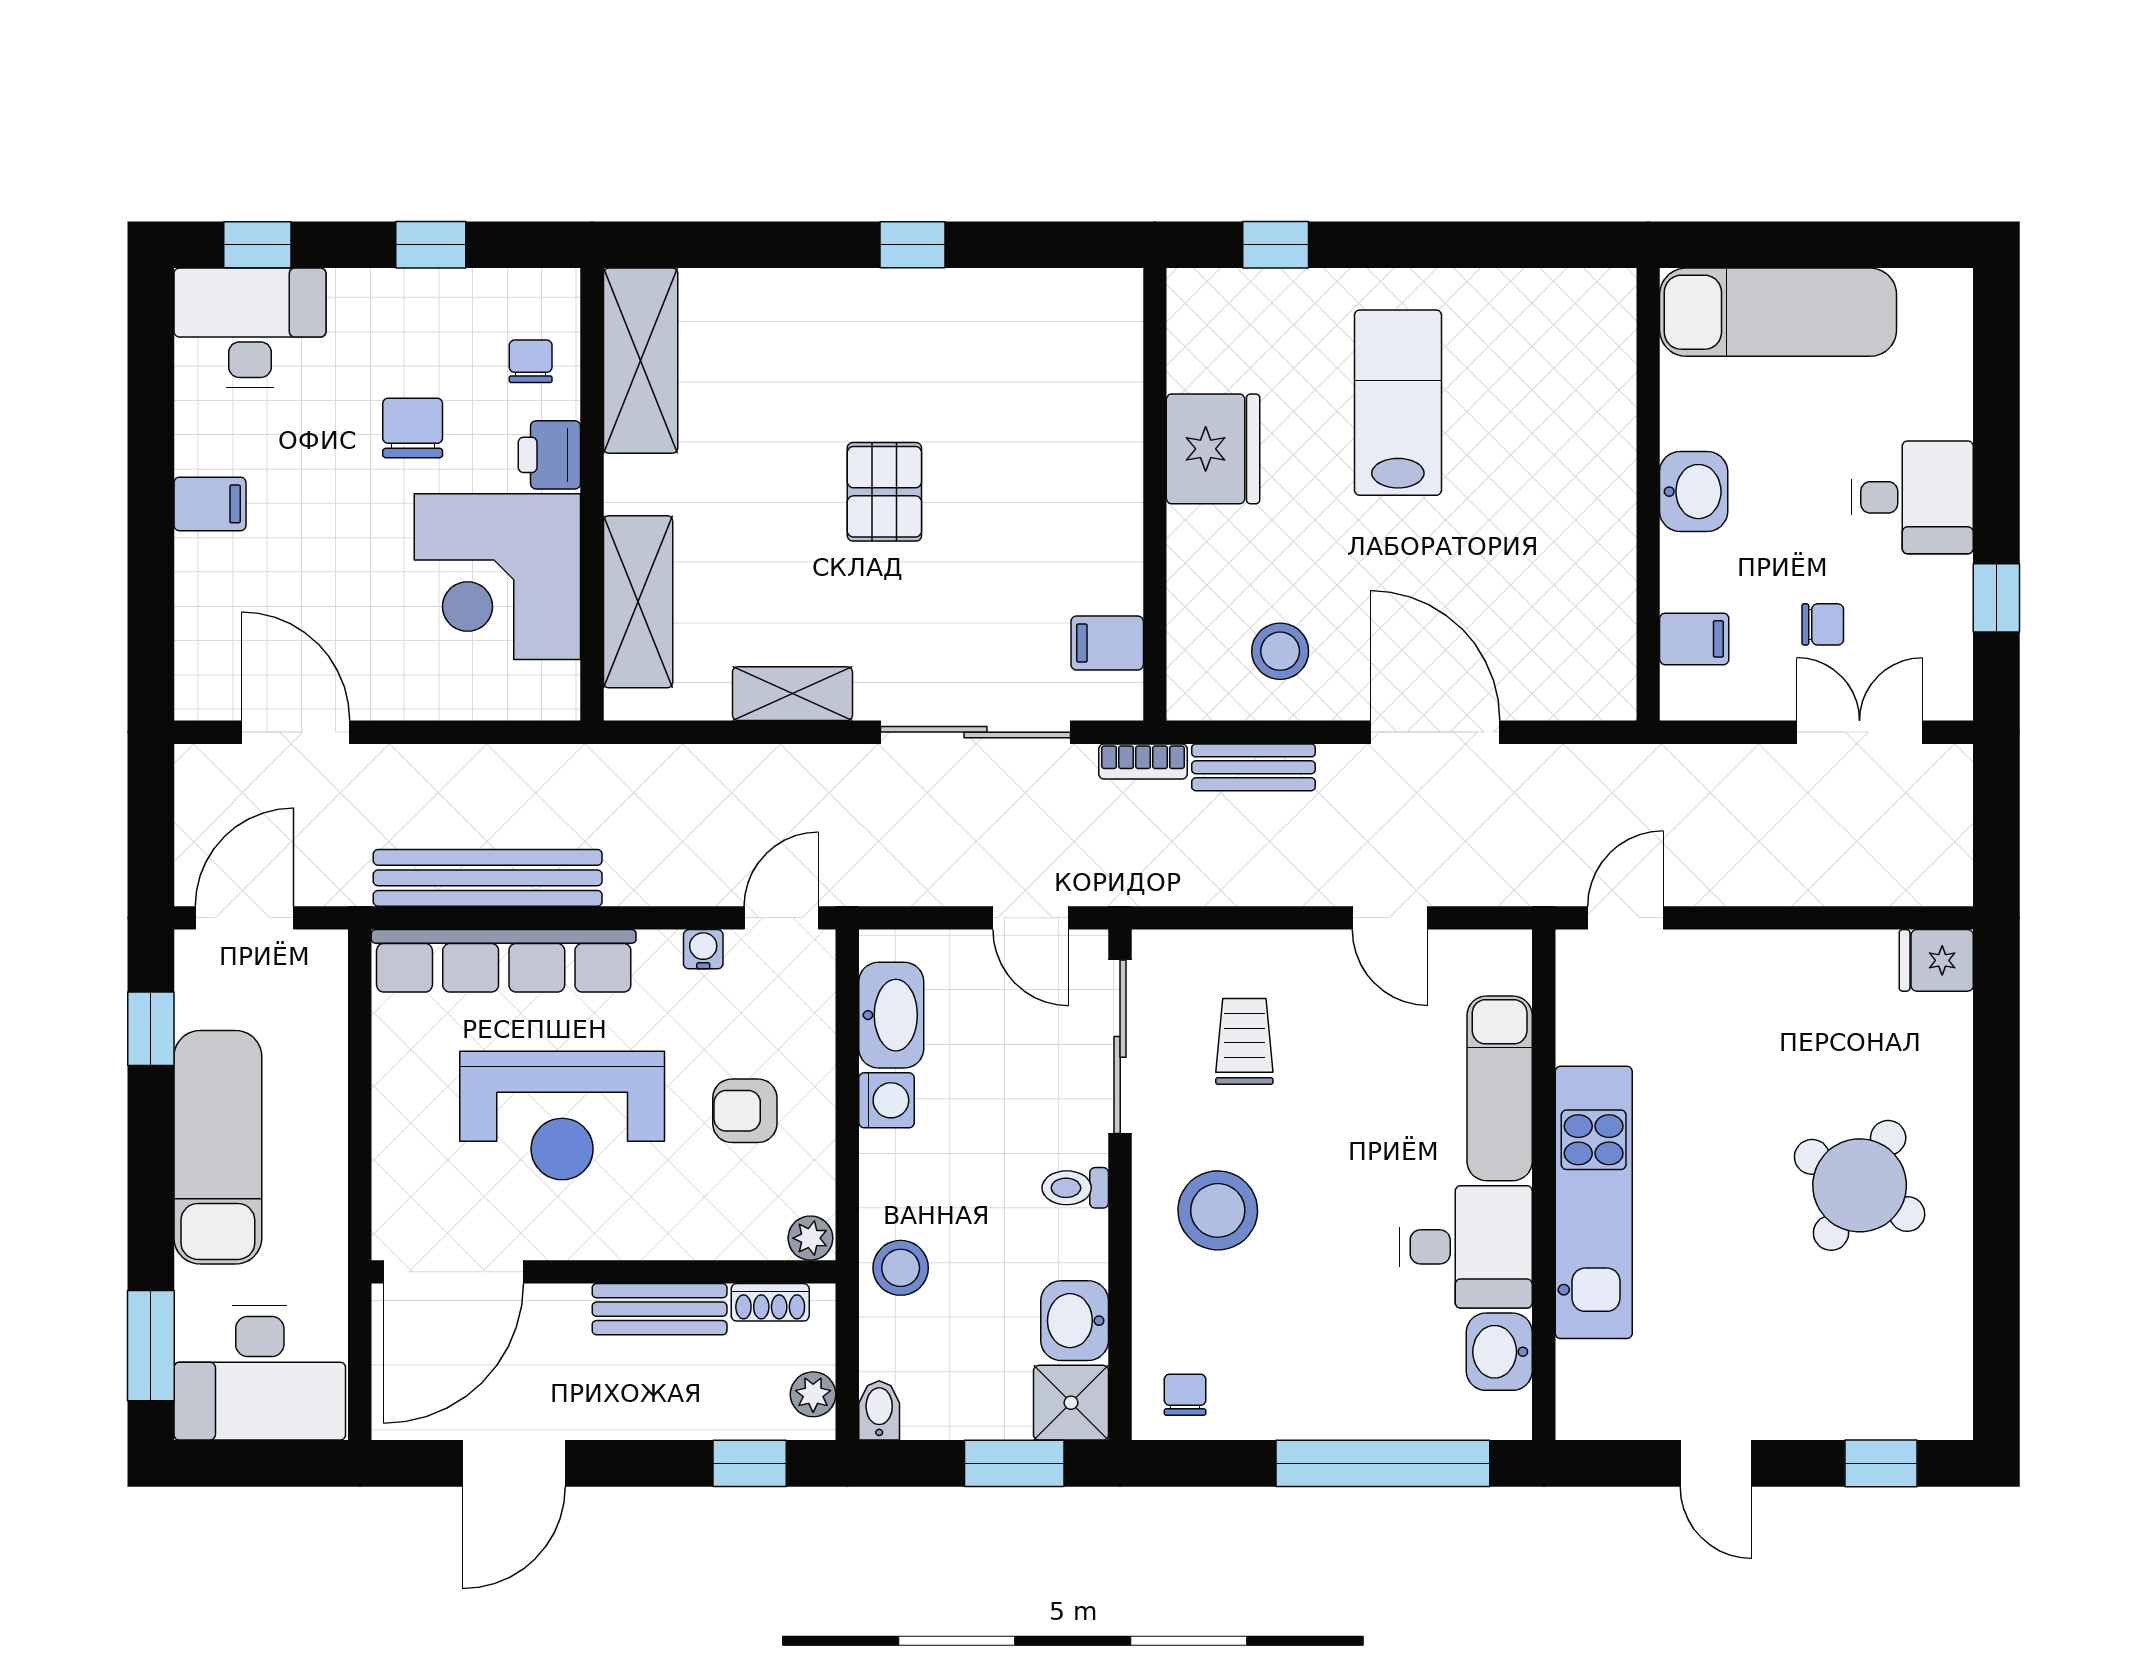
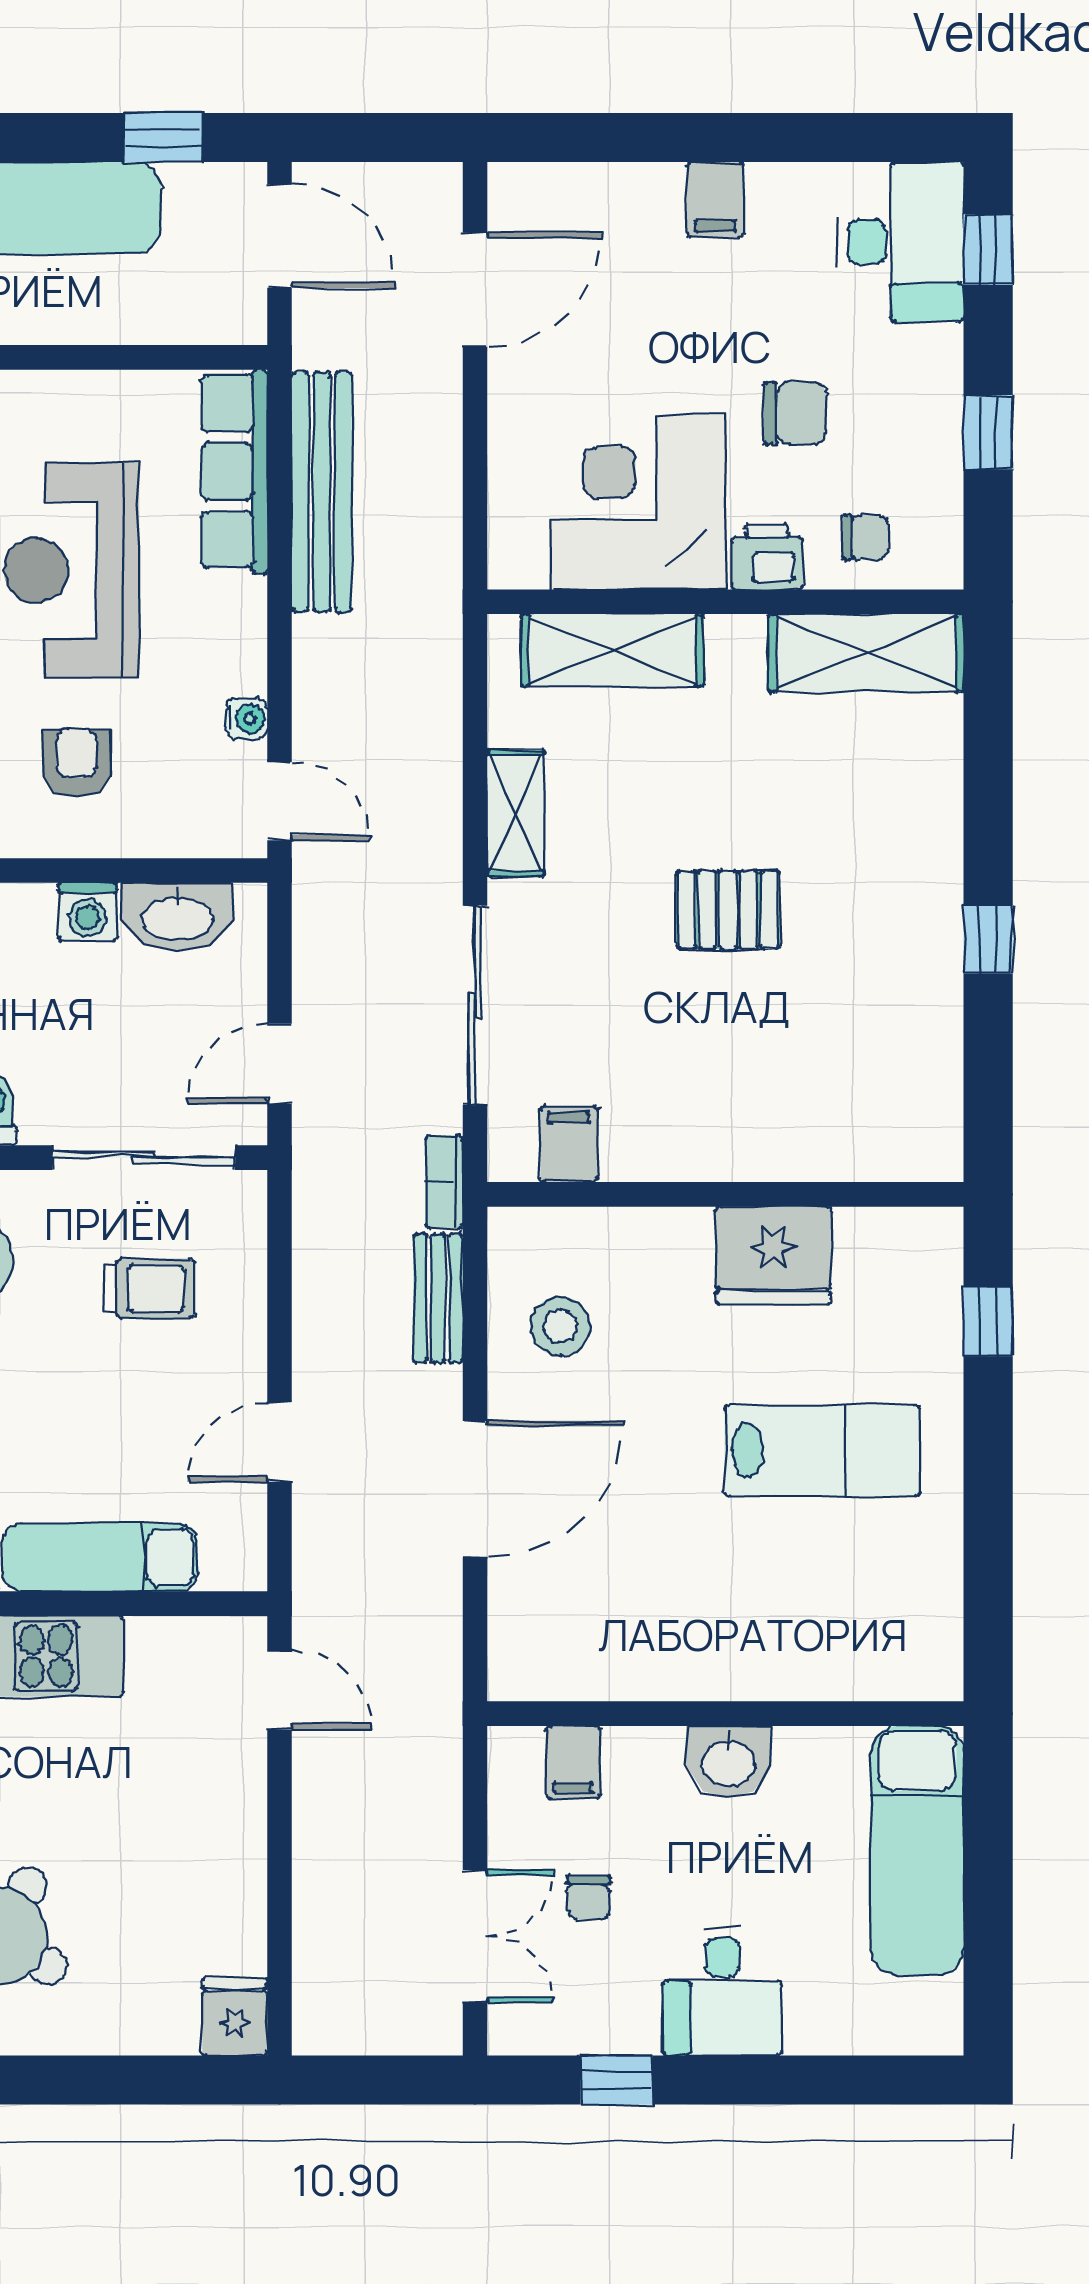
row of seats: (504, 961) -> (234, 472), width x0.73

